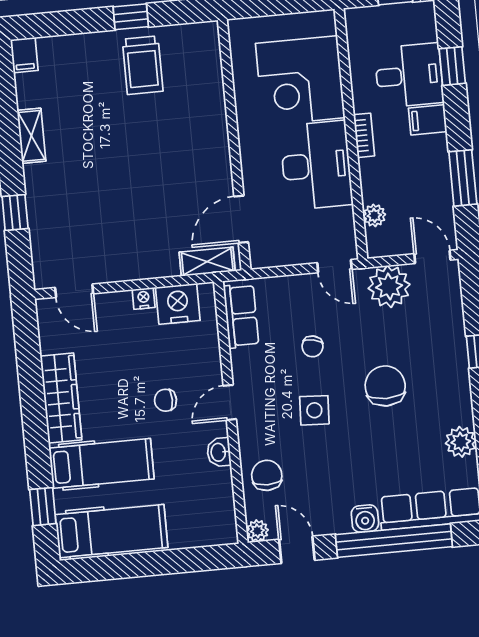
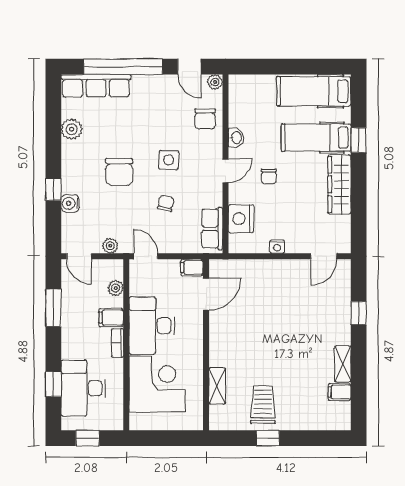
filing cabinet: (24, 55) -> (340, 392), moved, turned -90
desk: (409, 75) -> (83, 388), width x1.37
filing cabinet: (428, 120) -> (111, 318), moved, turned 180
filing cabinet: (265, 256) -> (192, 268), added
shelving: (207, 262) -> (217, 386), moved, turned 90
plant: (389, 286) -> (110, 246), width x0.53, depth x0.53
door: (74, 291) -> (324, 256), swing flipped
nightstand: (178, 304) -> (241, 219), moved, turned 90
chair: (165, 400) -> (269, 176), turned 90
window: (43, 507) -> (359, 140), moved
water cooler: (365, 519) -> (70, 203), moved, turned -90

